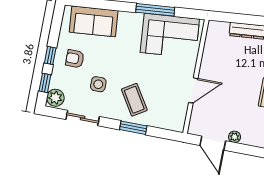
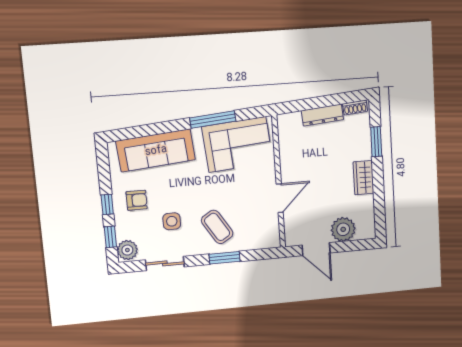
sofa: (94, 21) -> (156, 150), width x1.36
armchair: (75, 59) -> (137, 200), turned 180
plant: (235, 137) -> (343, 229), width x1.88, depth x1.88

